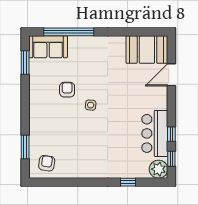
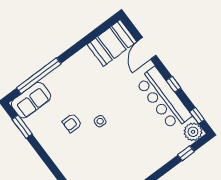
armchair: (67, 90) -> (72, 123), turned -90
bar counter: (155, 133) -> (164, 99), width x1.36
window: (171, 134) -> (174, 84), moved
window: (128, 182) -> (186, 153), moved

